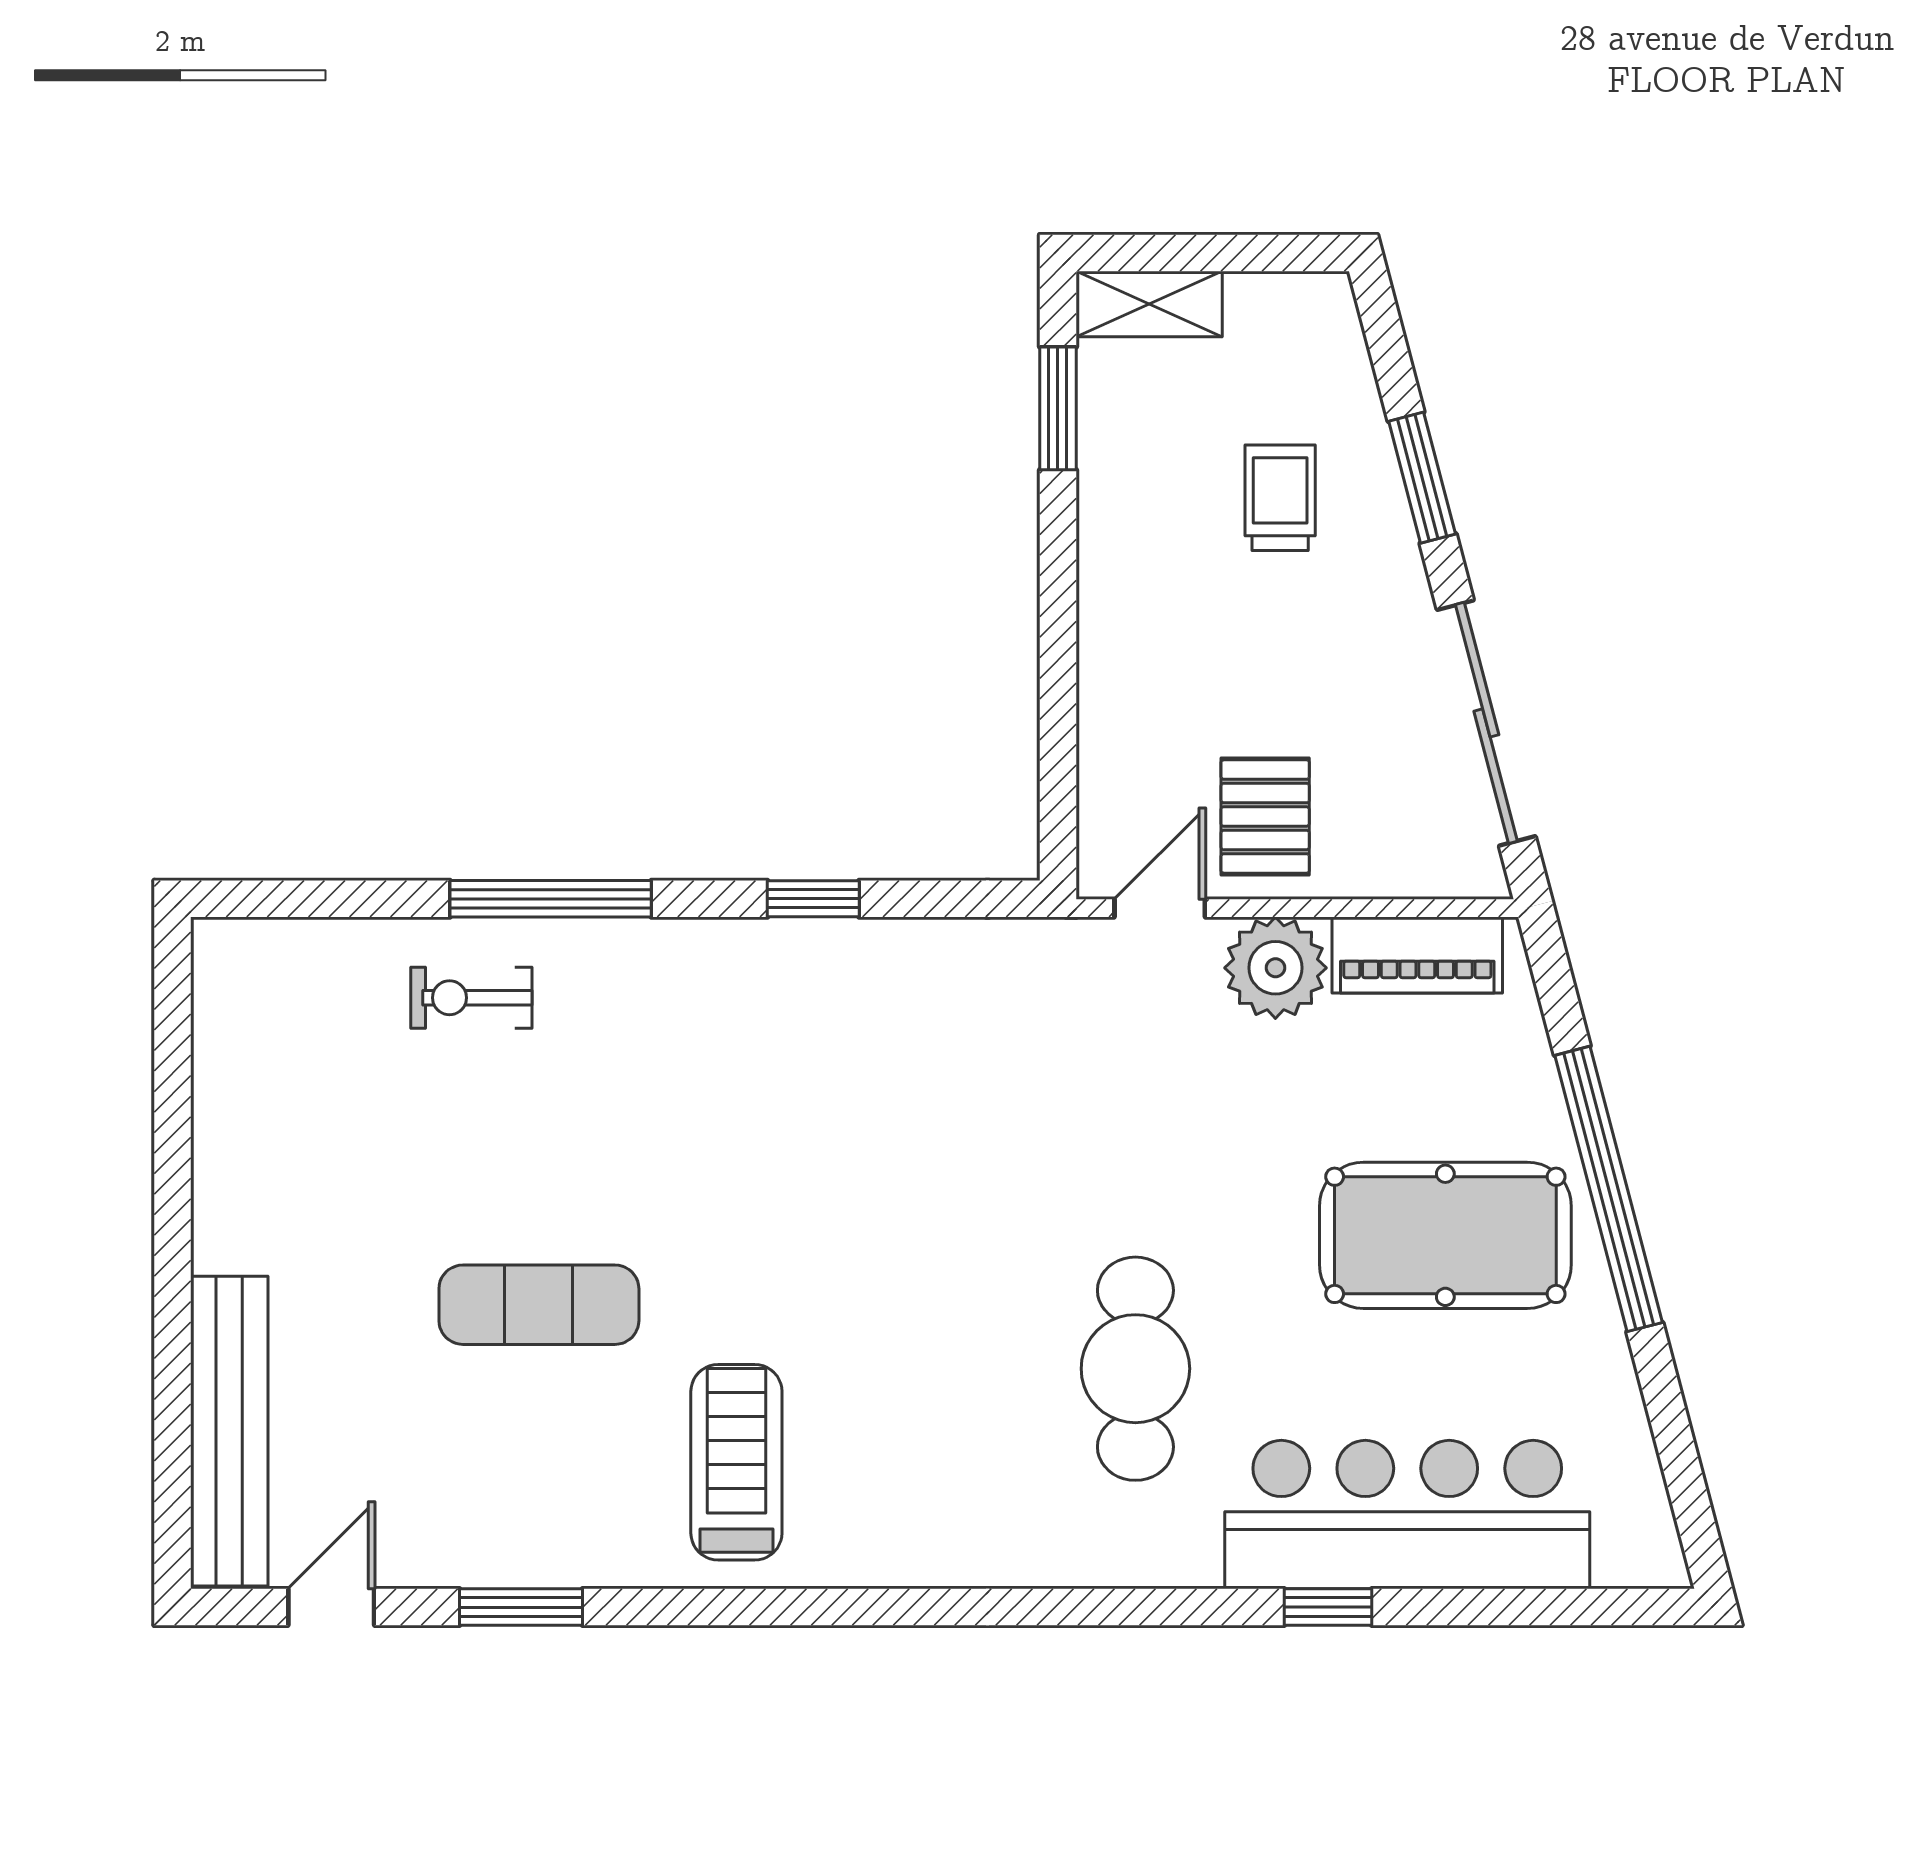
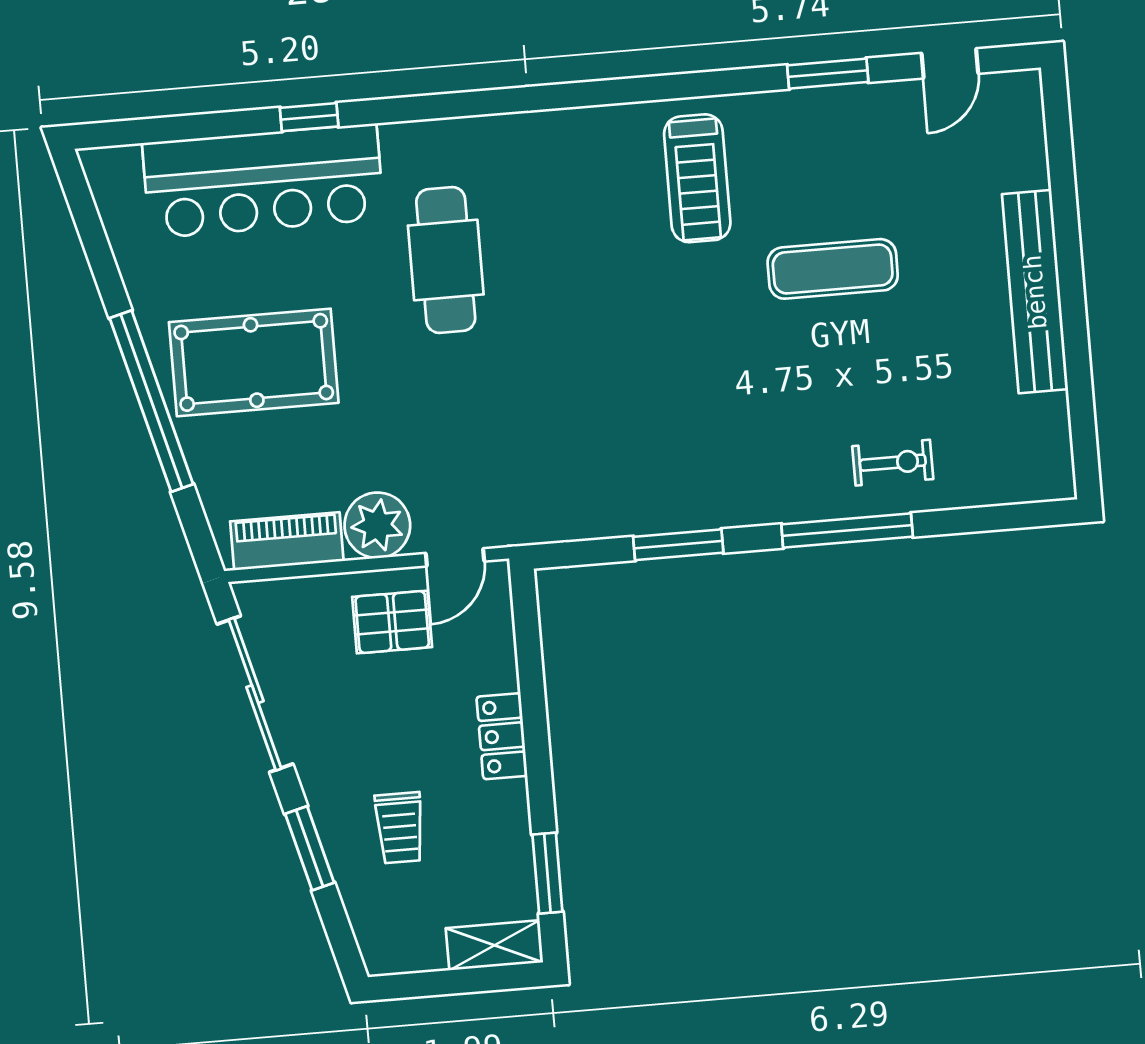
locker: (1110, 626) -> (502, 736), added
pallet: (1265, 817) -> (392, 622), turned 90
window: (813, 899) -> (678, 545), width x1.50
bench: (229, 1431) -> (1035, 292), moved

